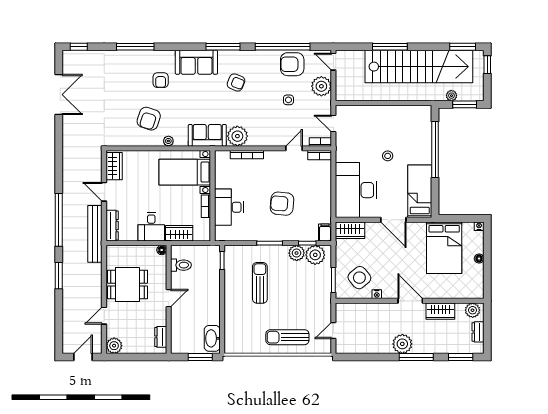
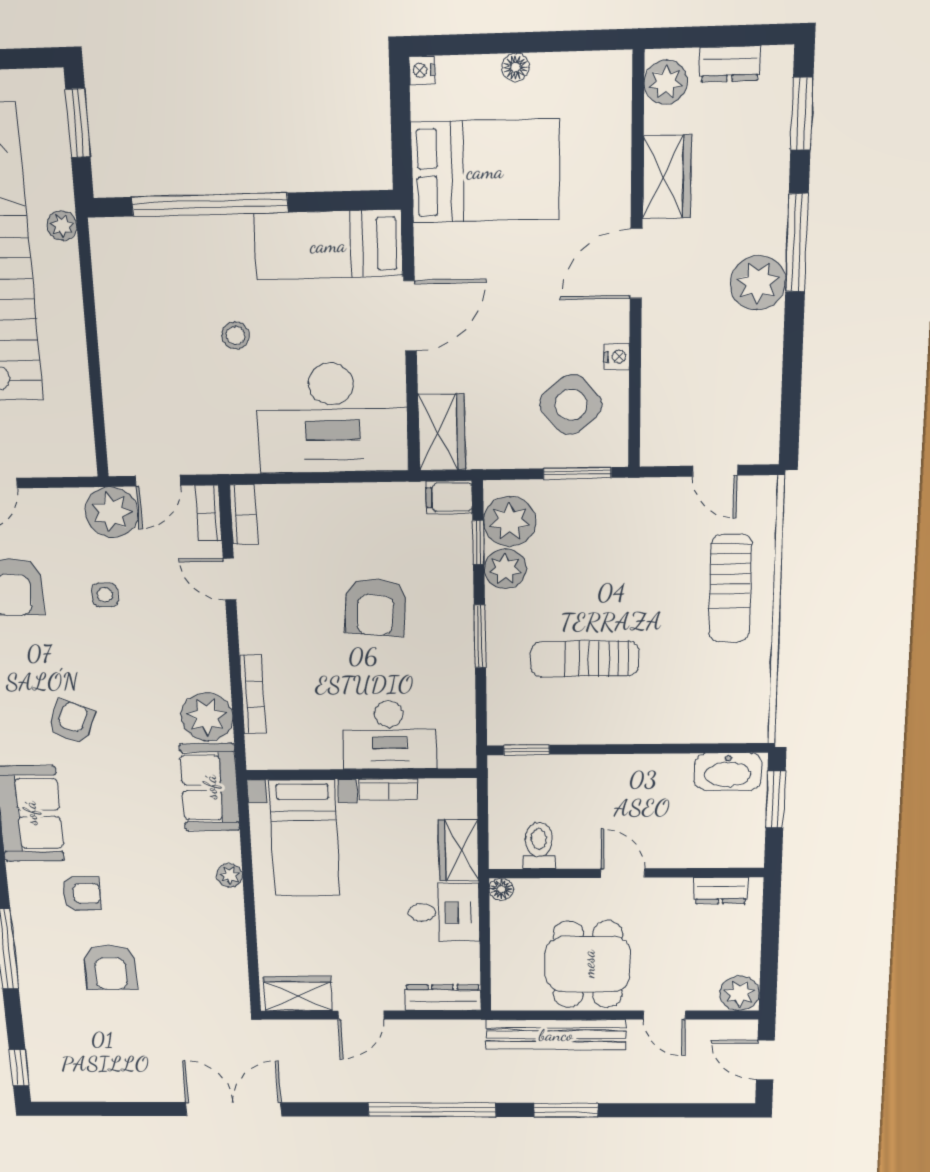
plant: (321, 86) -> (112, 512), moved
double door: (59, 95) -> (234, 1109), moved
plant: (451, 96) -> (62, 226), moved
armchair: (149, 119) -> (110, 968), moved, turned 72
bench: (95, 234) -> (556, 1035), moved

